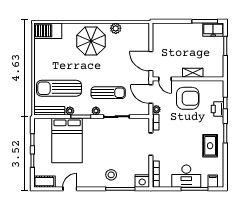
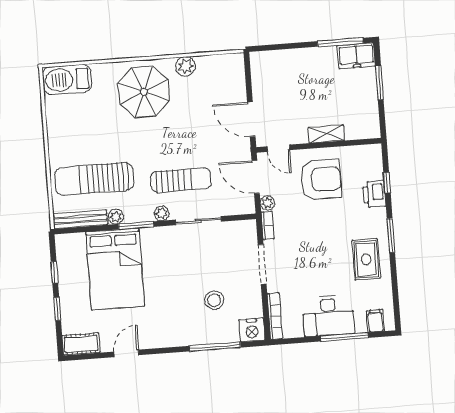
stool: (111, 175) -> (214, 300), moved

